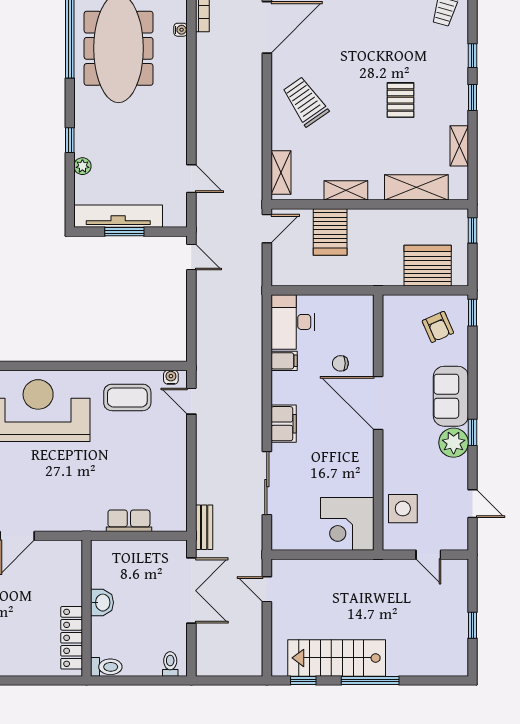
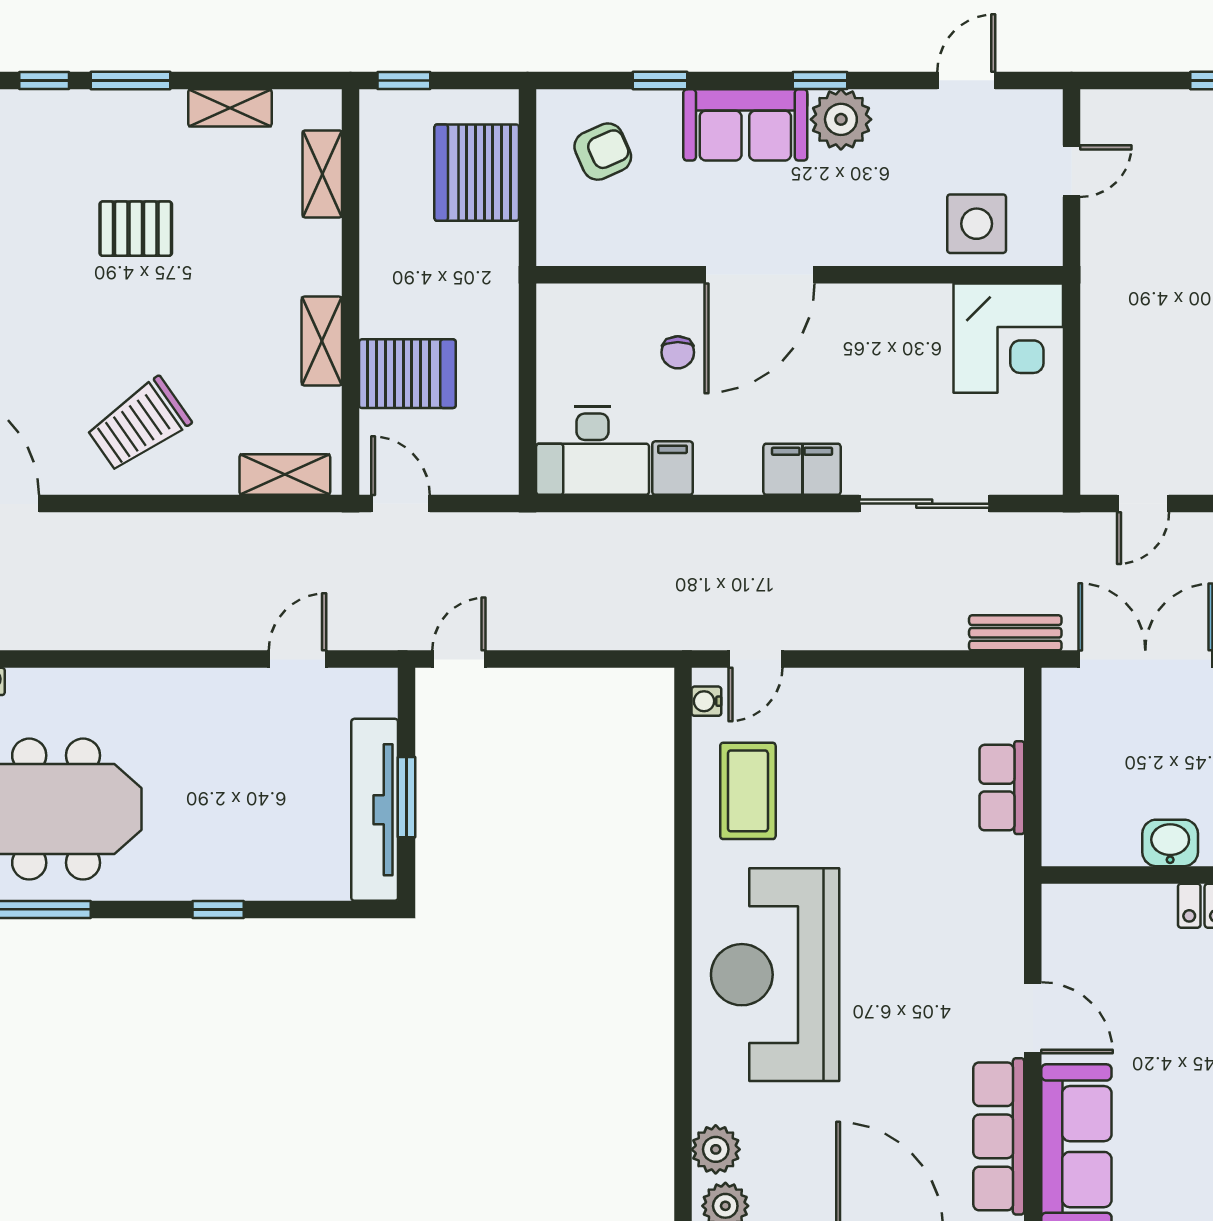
window: (472, 98) -> (131, 80), width x1.50
plant: (82, 166) -> (272, 883), removed
shelving: (416, 187) -> (322, 174), width x0.67, depth x0.75
window: (472, 313) -> (660, 80), moved

